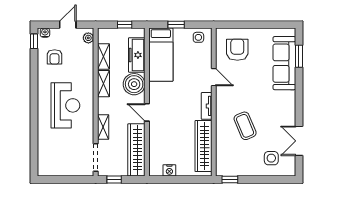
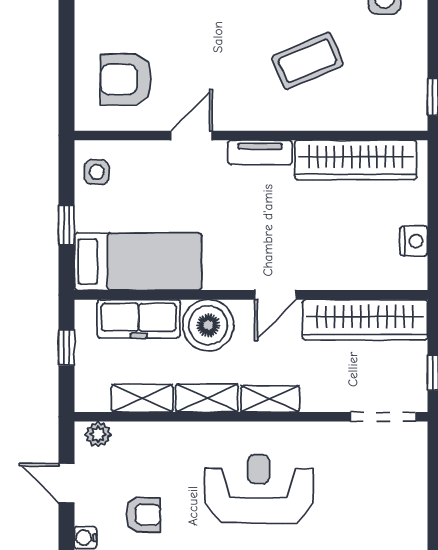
shelving: (103, 127) -> (270, 399), moved

